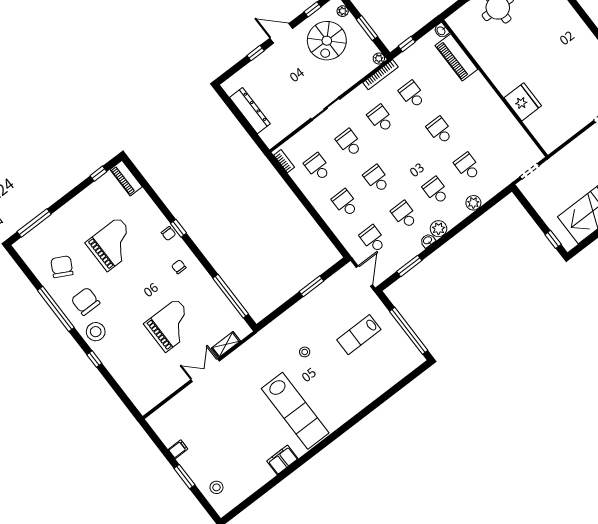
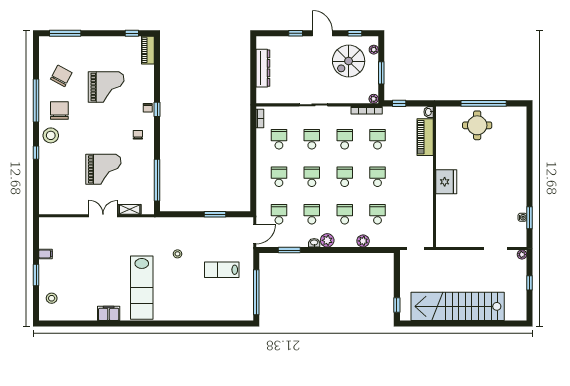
fridge: (523, 102) -> (446, 182), moved
school desk: (408, 155) -> (345, 177), added

